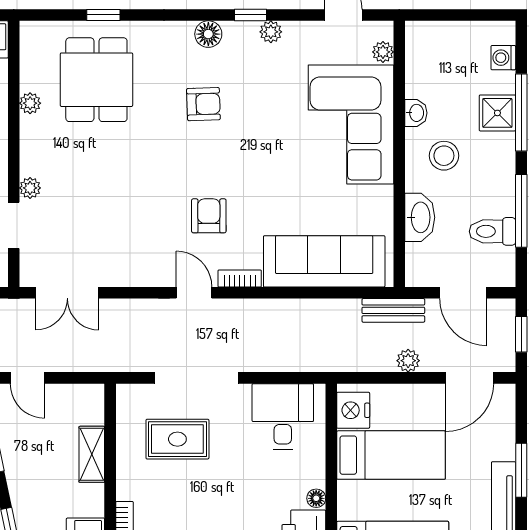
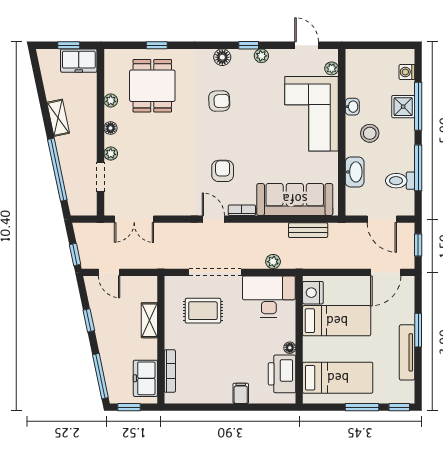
floor lamp: (30, 147) -> (111, 128), added
bench: (393, 310) -> (308, 230), moved
plant: (408, 361) -> (273, 262), moved
desk: (283, 416) -> (269, 296), width x1.37

